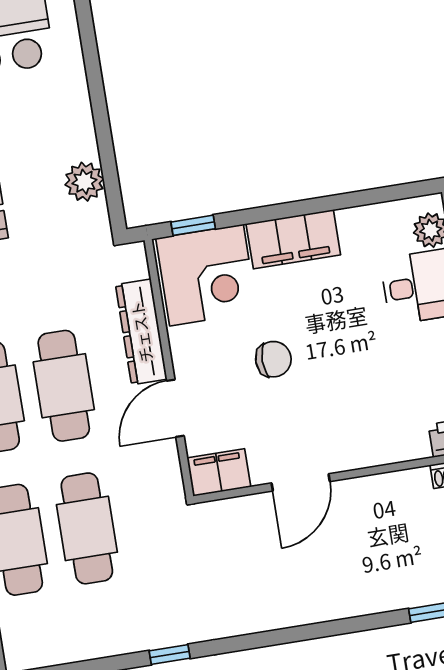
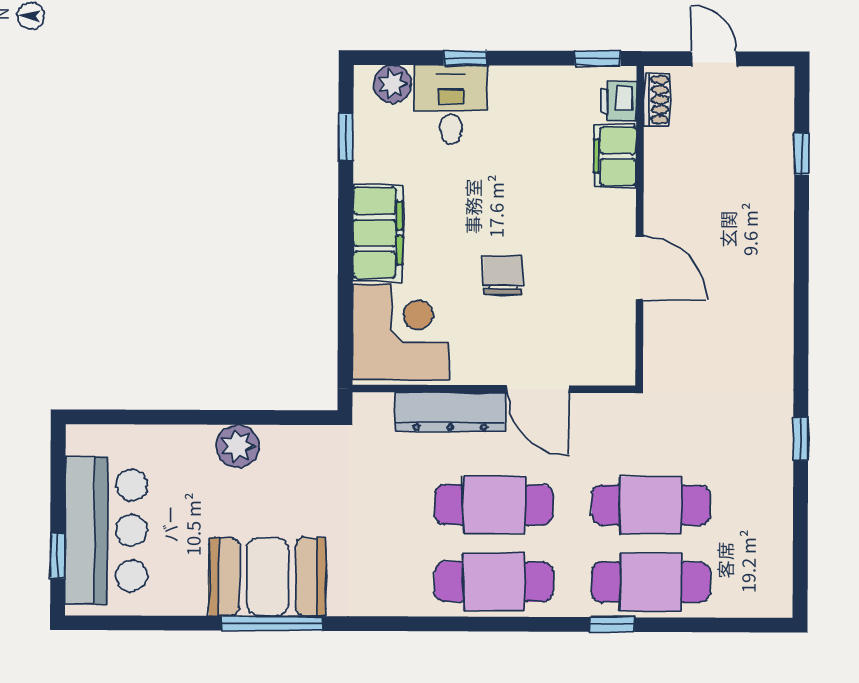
plant: (84, 182) -> (238, 446), moved
window: (193, 225) -> (346, 137), moved
filing cabinet: (219, 472) -> (615, 156), moved

